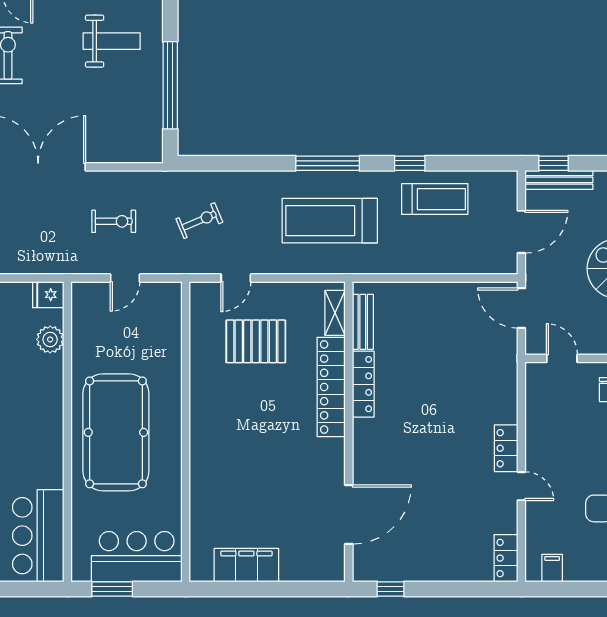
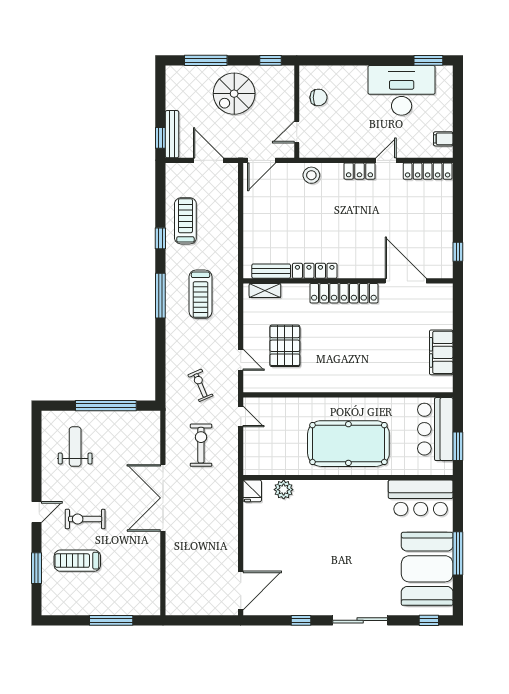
exercise bike: (114, 221) -> (201, 445), width x1.38, depth x1.39
treadmill: (330, 221) -> (201, 294), width x0.73, depth x0.73
door: (125, 278) -> (241, 417), moved
stool: (500, 379) -> (311, 175), added
locker: (331, 387) -> (344, 293), moved
locker: (506, 558) -> (428, 171), width x1.53

